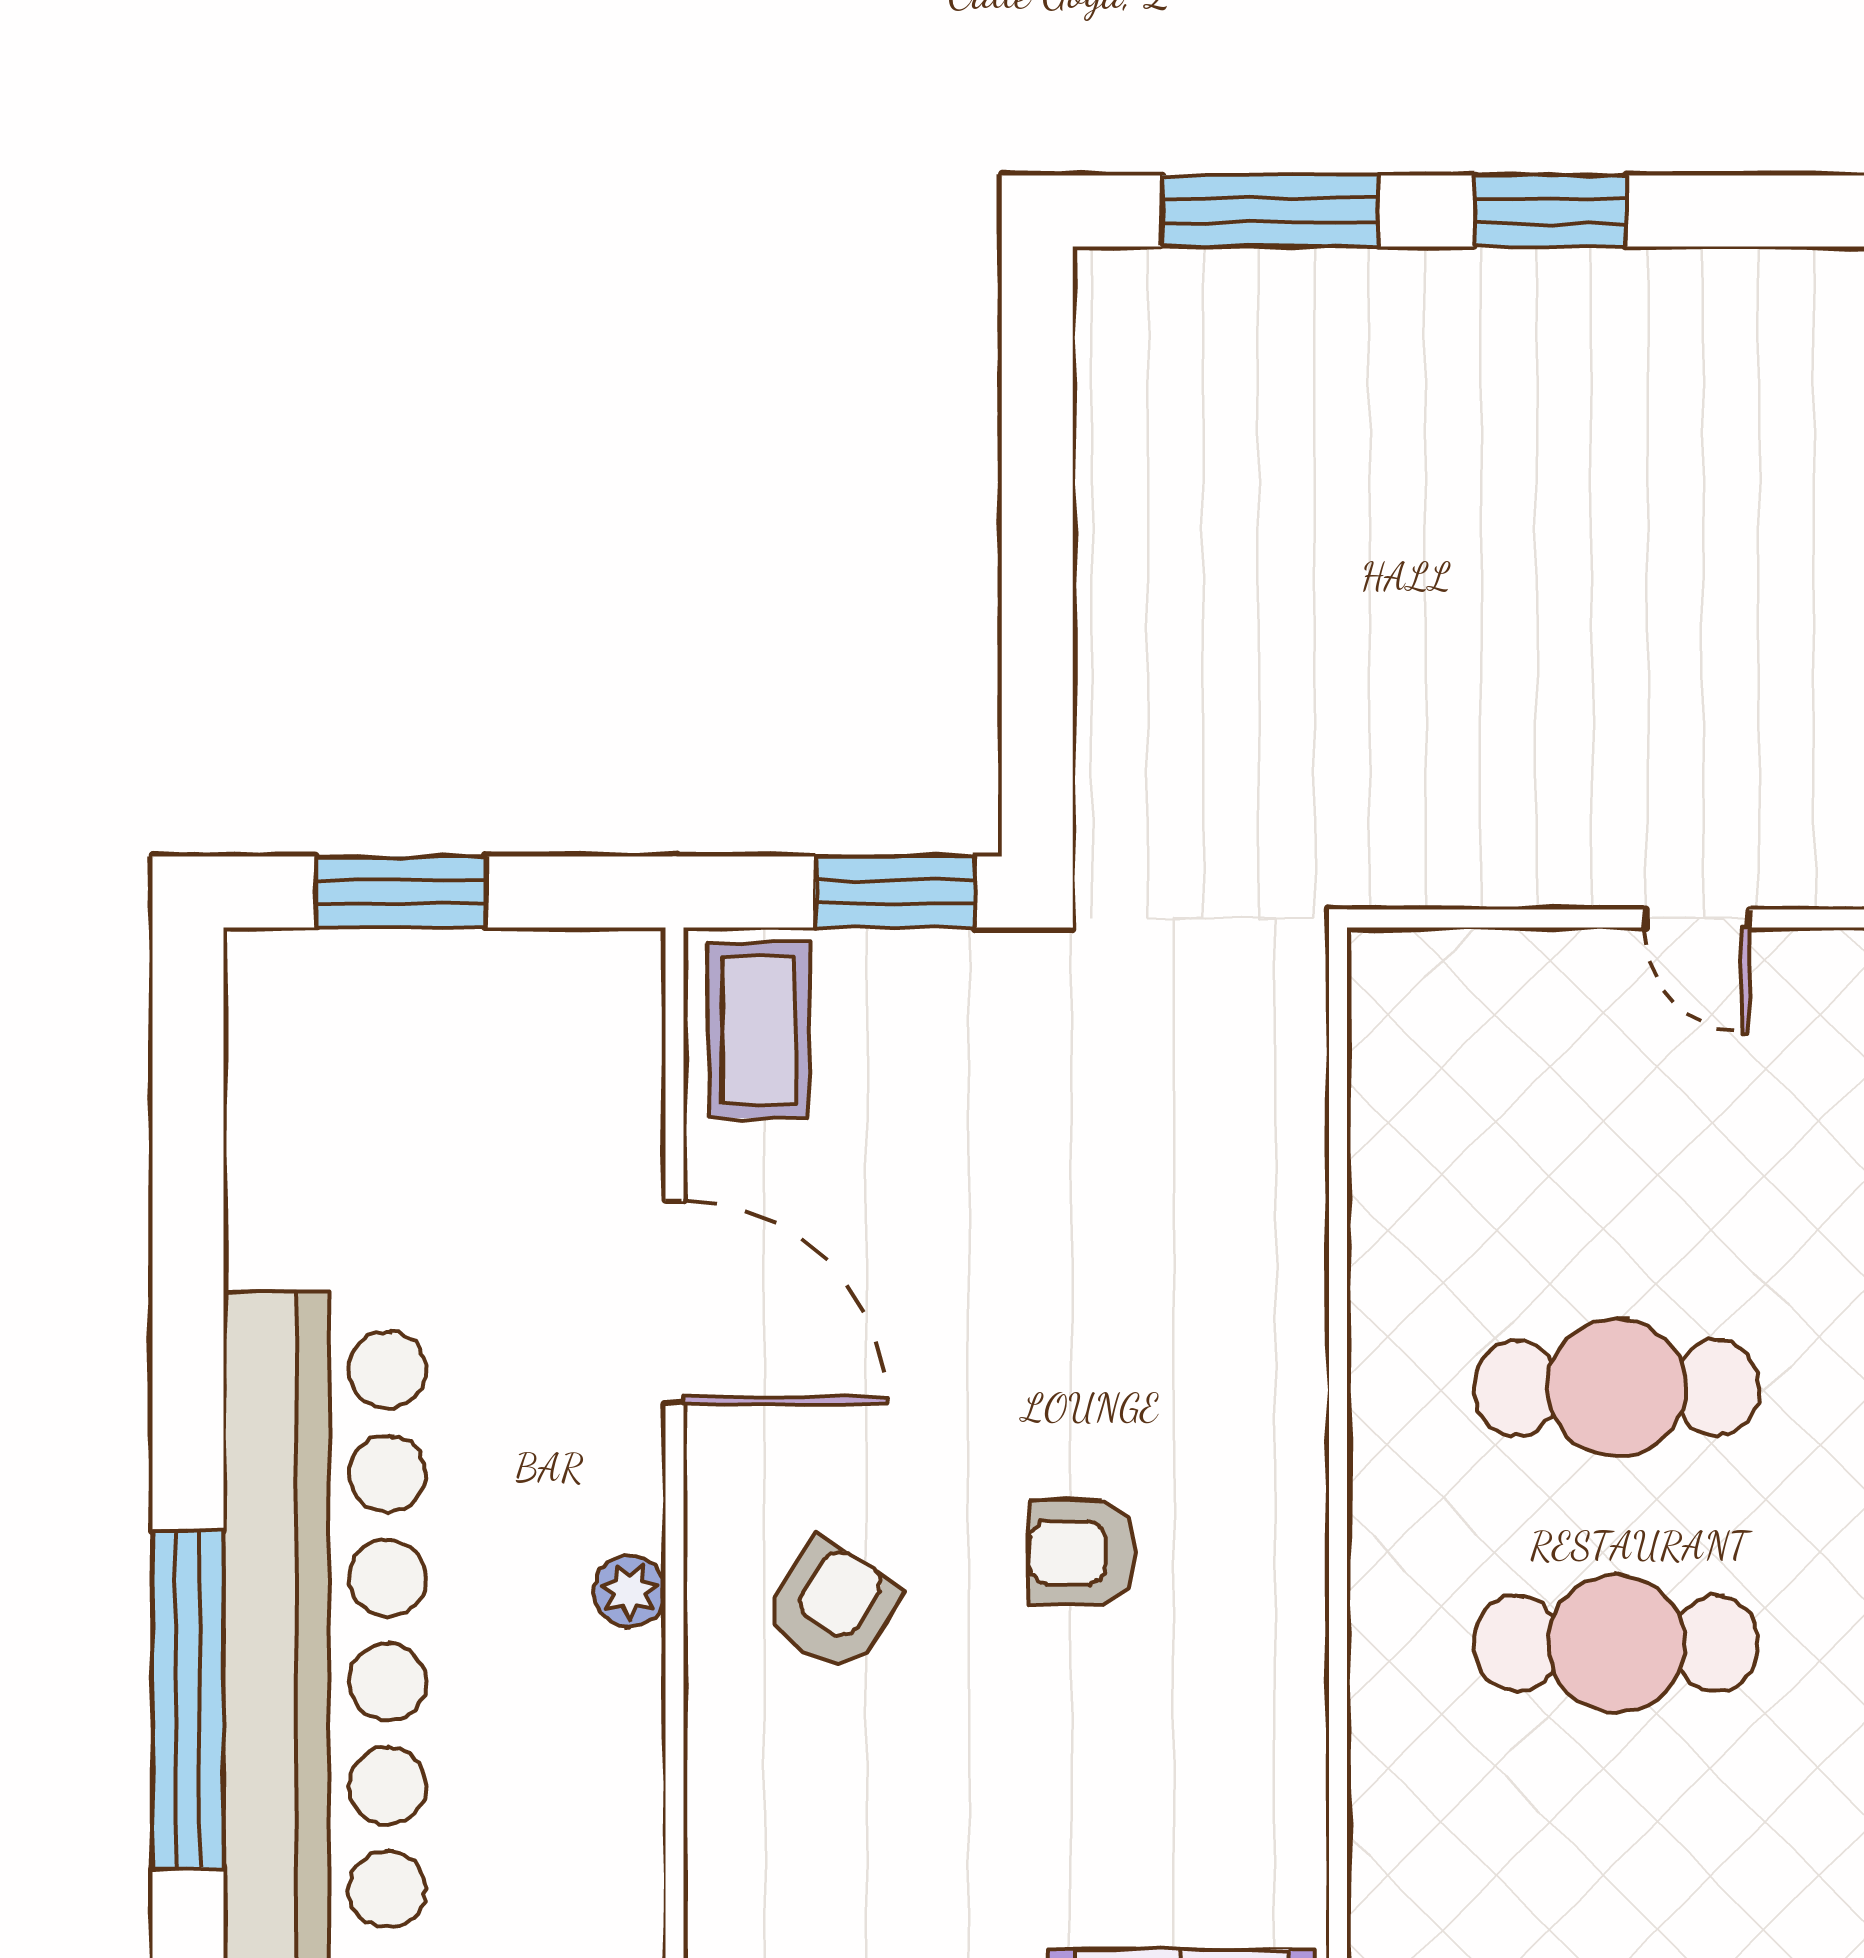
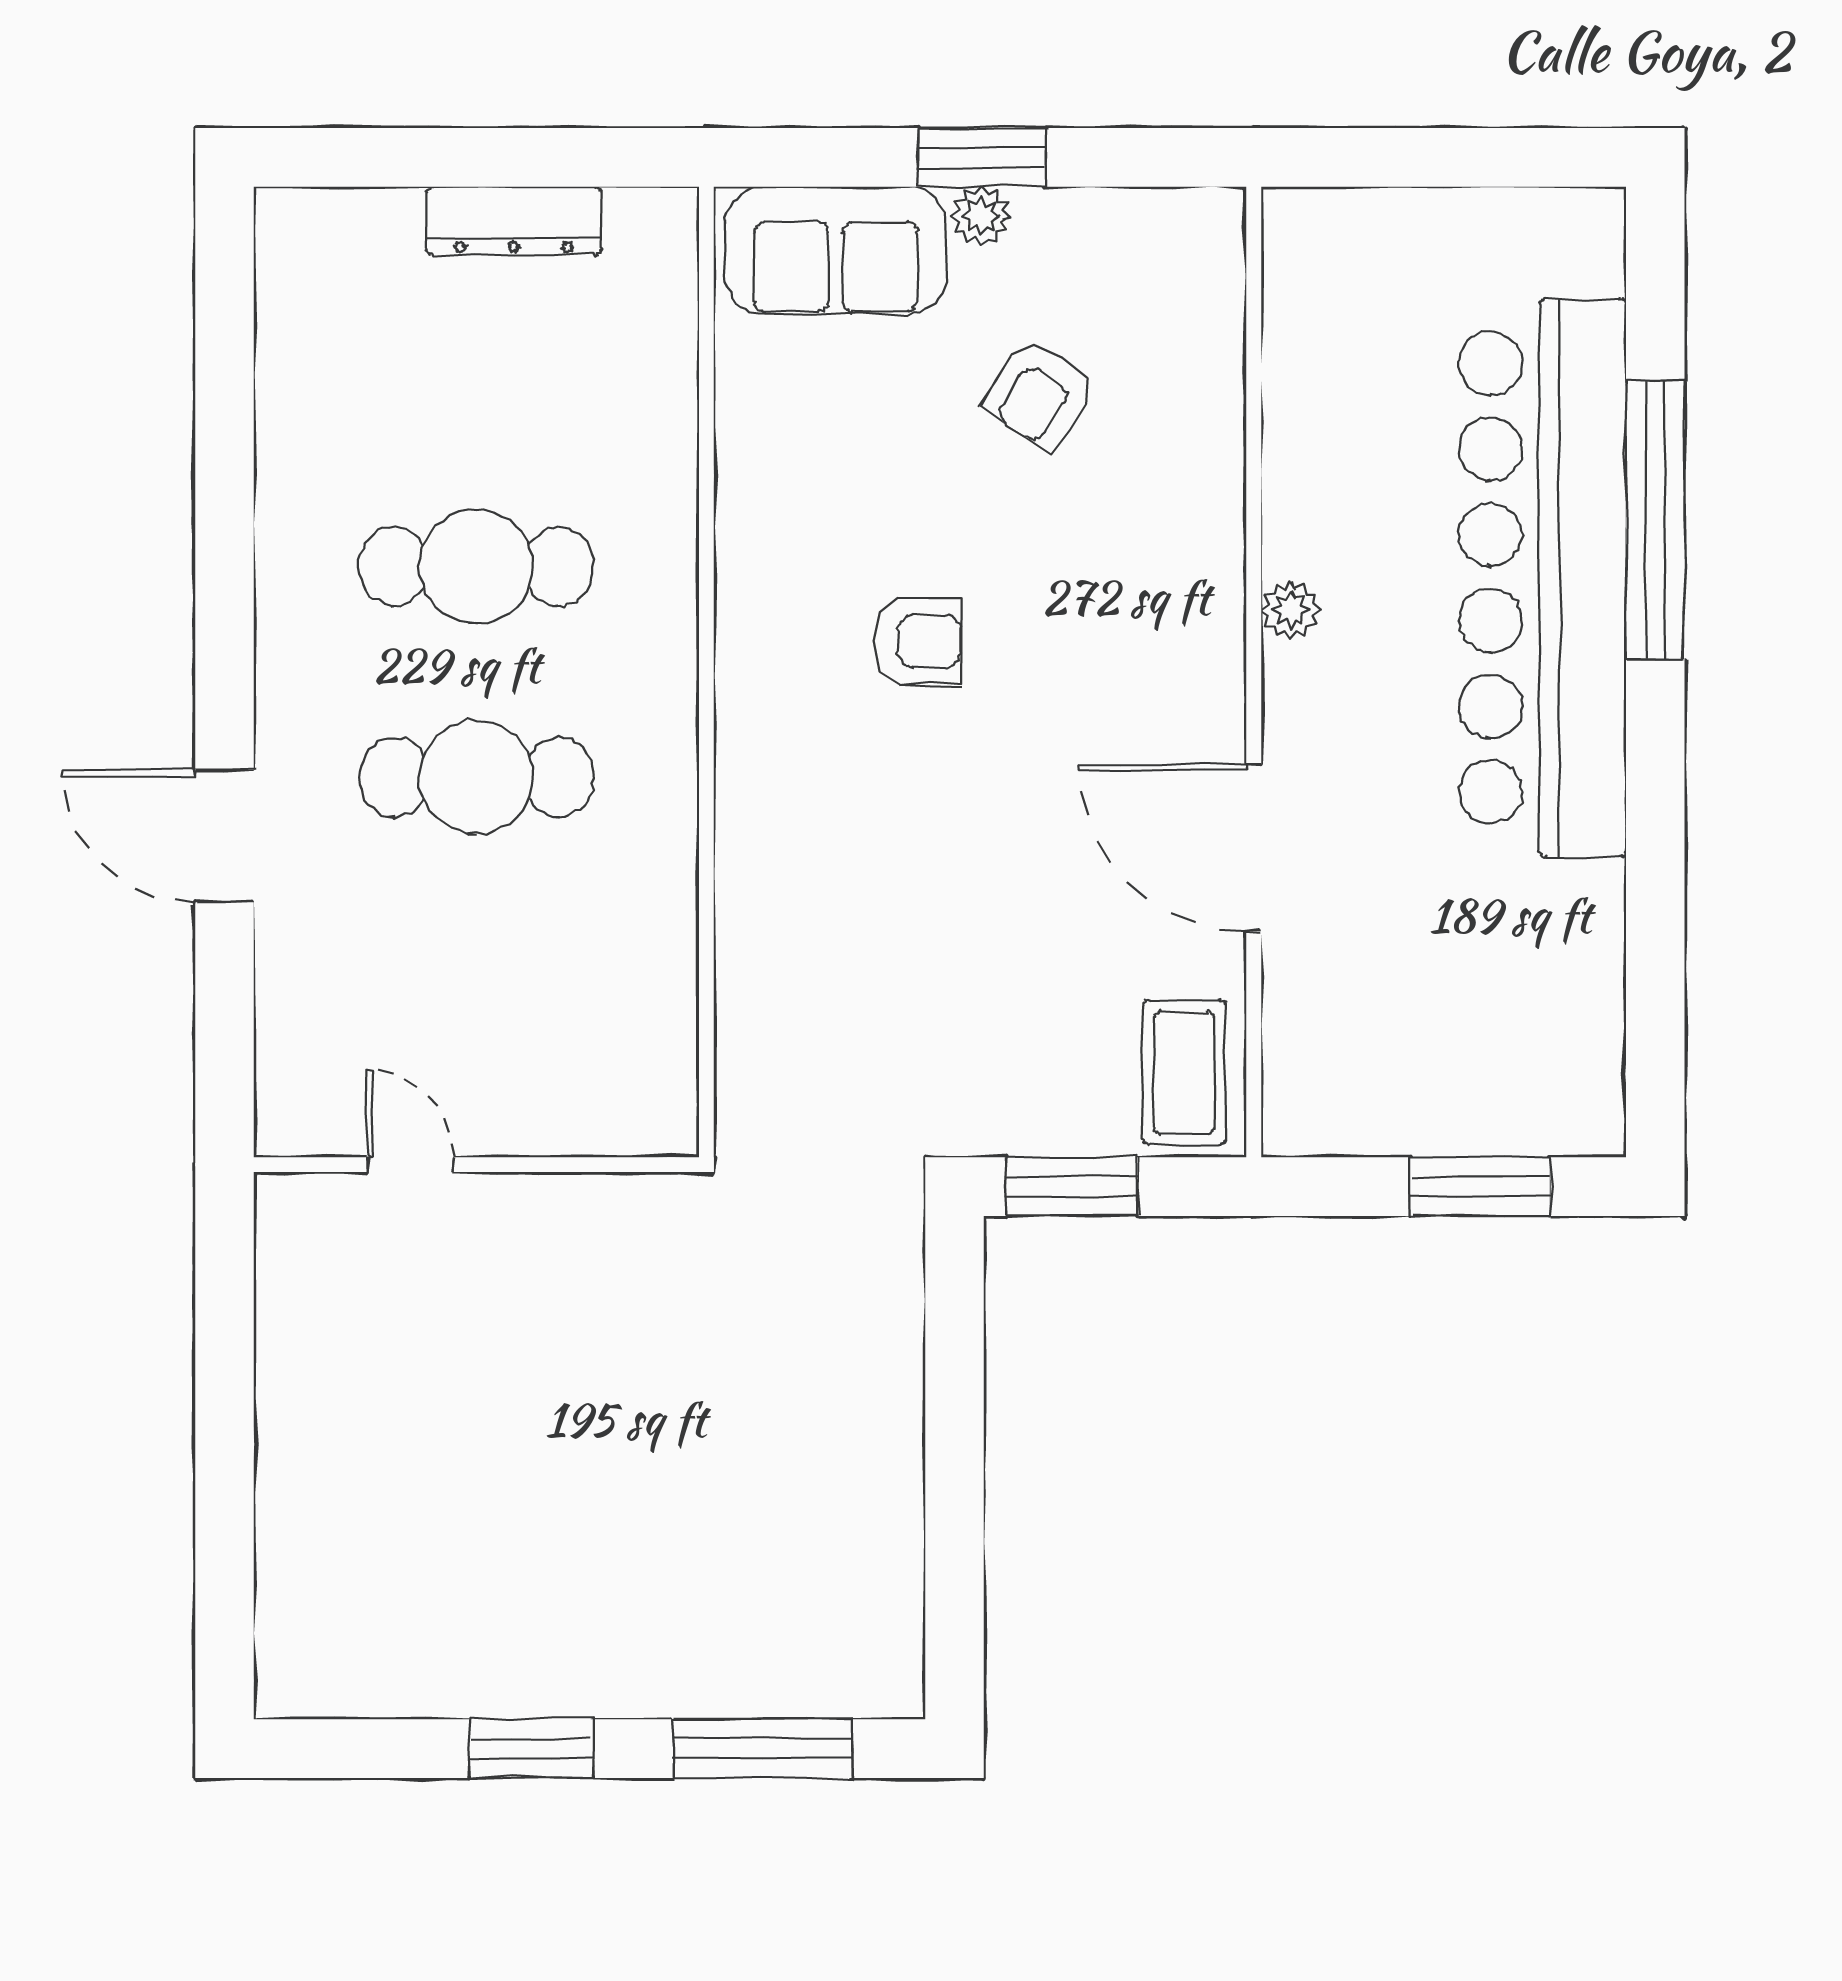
armchair: (832, 1606) -> (1040, 394), moved

